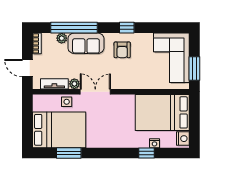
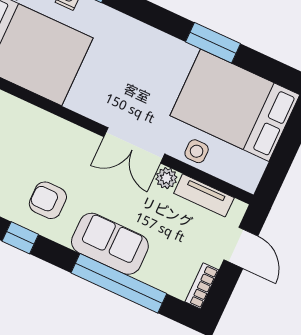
plant: (62, 38) -> (151, 274), removed
armchair: (122, 50) -> (48, 200), turned -90
window: (69, 153) -> (213, 43), moved

